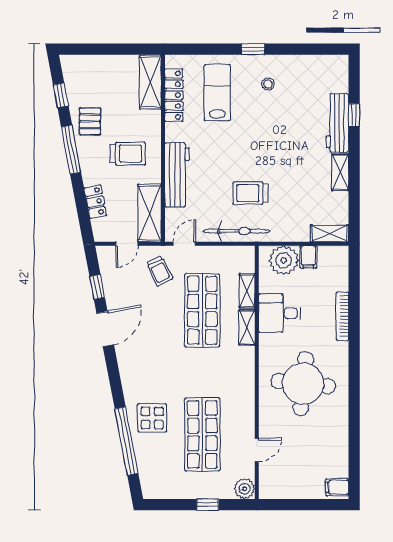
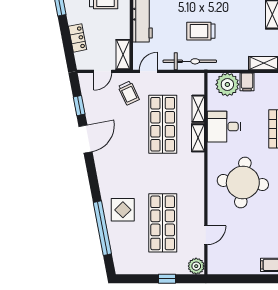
shelving: (150, 213) -> (123, 55), width x0.67, depth x0.75

